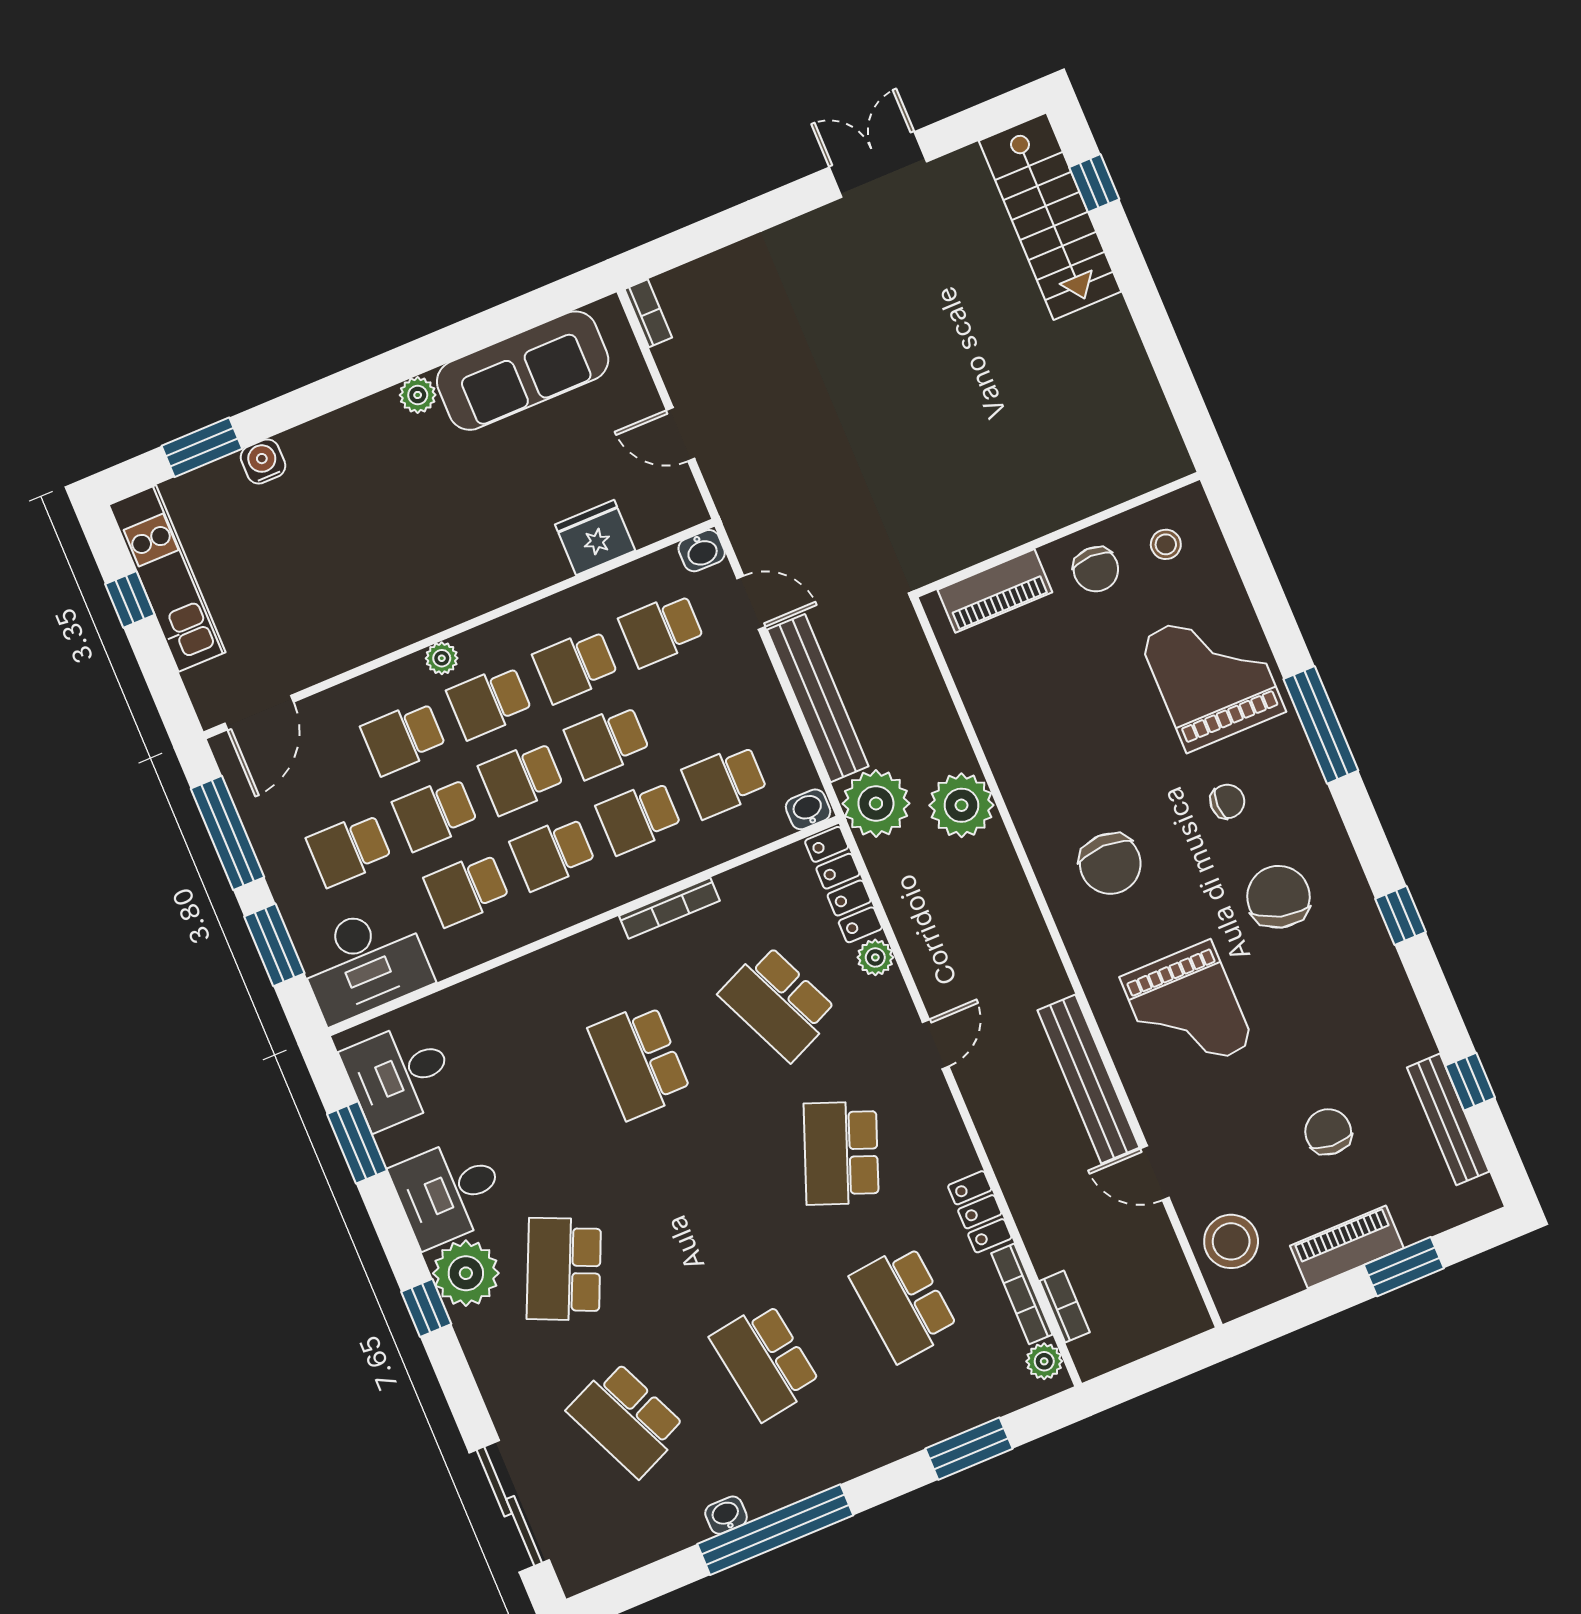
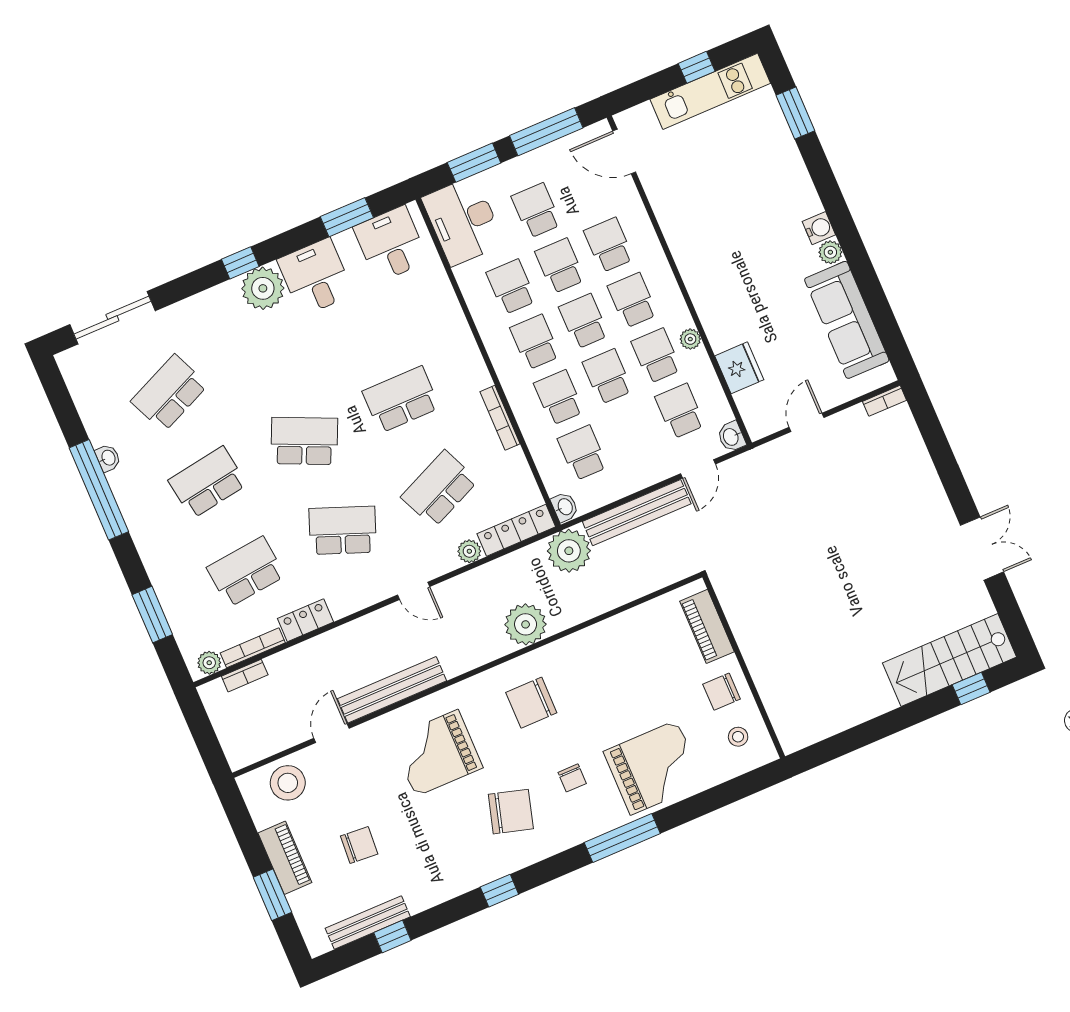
water cooler: (263, 461) -> (819, 228), moved
plant: (442, 658) -> (690, 339), moved
plant: (961, 805) -> (526, 624), moved
school desk: (564, 1269) -> (304, 441), moved

